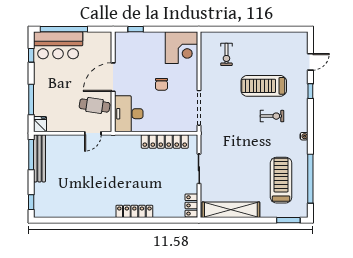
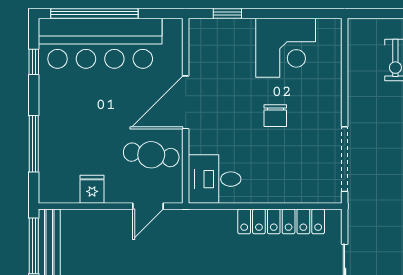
bar counter: (58, 45) -> (100, 43), width x1.36
corner desk: (181, 48) -> (286, 48), moved
desk: (129, 114) -> (215, 179), width x0.73
fridge: (40, 124) -> (92, 189), moved

